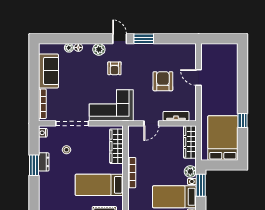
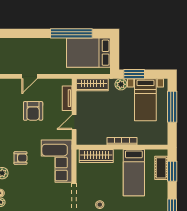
armchair: (163, 81) -> (33, 111), turned -90
window: (243, 121) -> (71, 33), width x3.17
door: (151, 123) -> (74, 122), swing flipped

